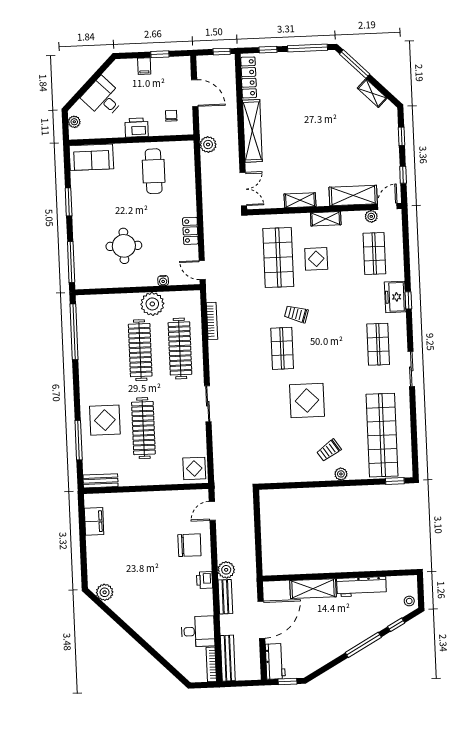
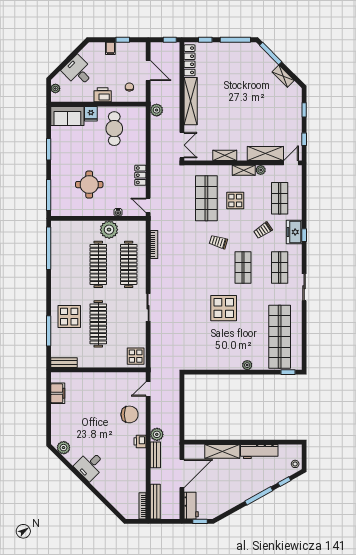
fridge: (122, 153) -> (91, 114), added
plant: (371, 216) -> (261, 170), moved
shop shelf: (282, 348) -> (243, 268), moved
trolley: (329, 450) -> (263, 230), moved
desk: (198, 631) -> (90, 466), moved, turned 135

